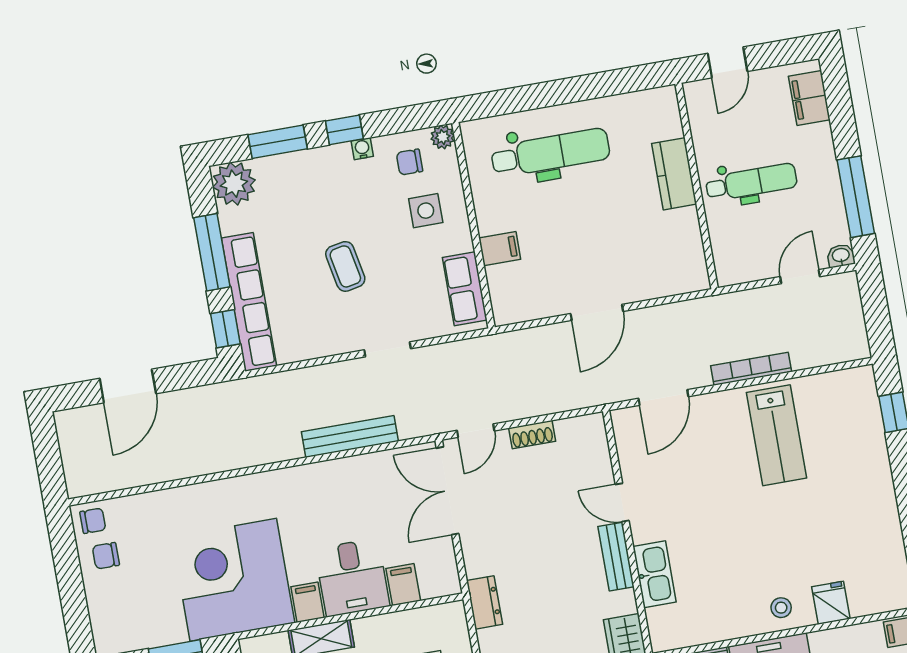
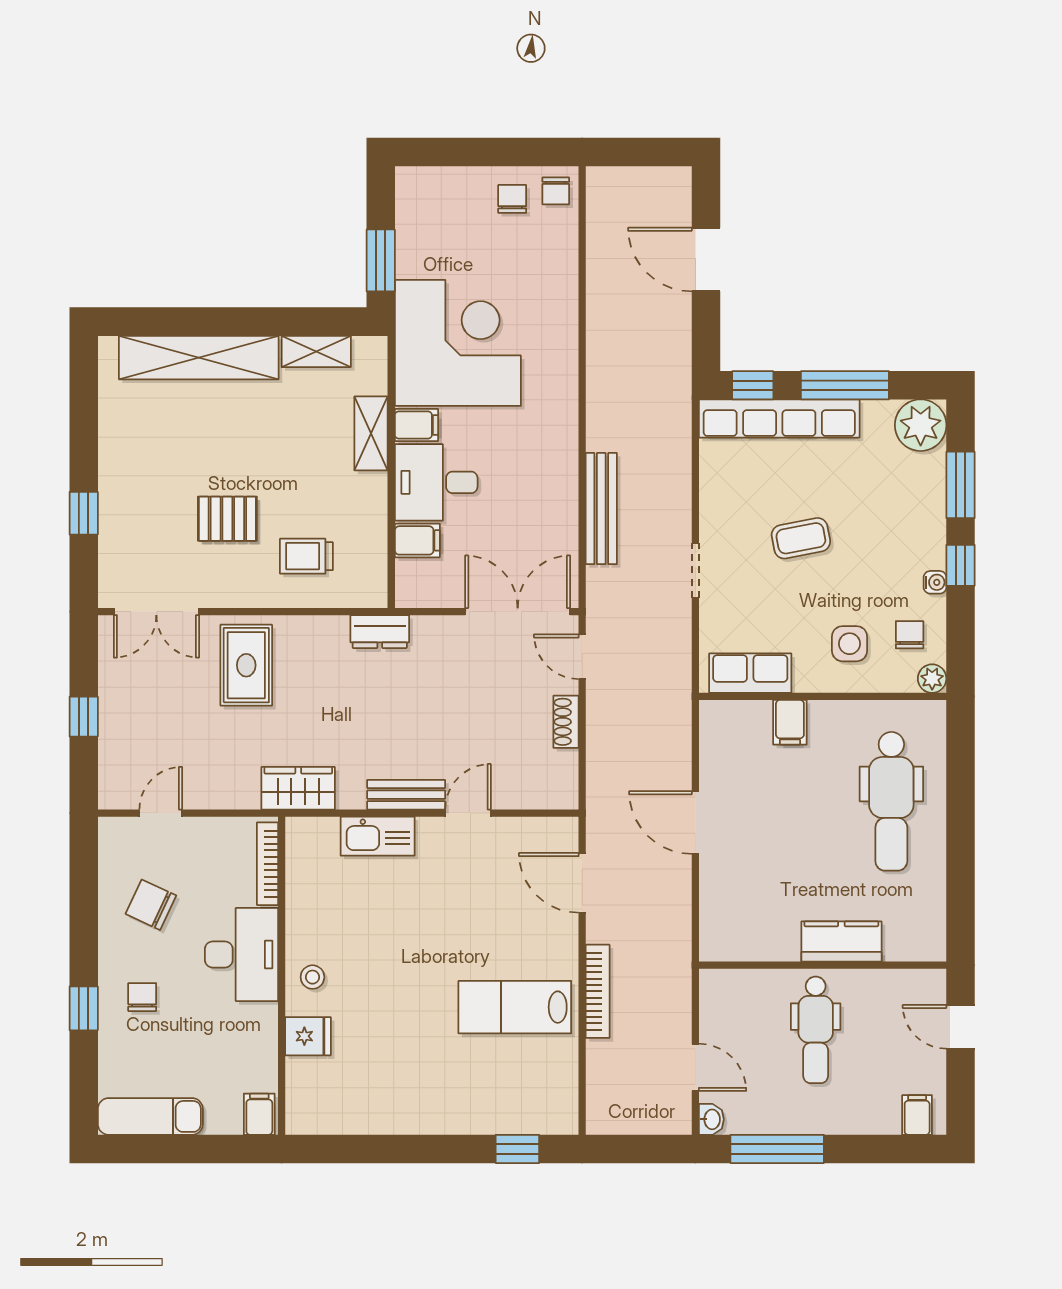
filing cabinet: (809, 98) -> (917, 1115), width x0.50

